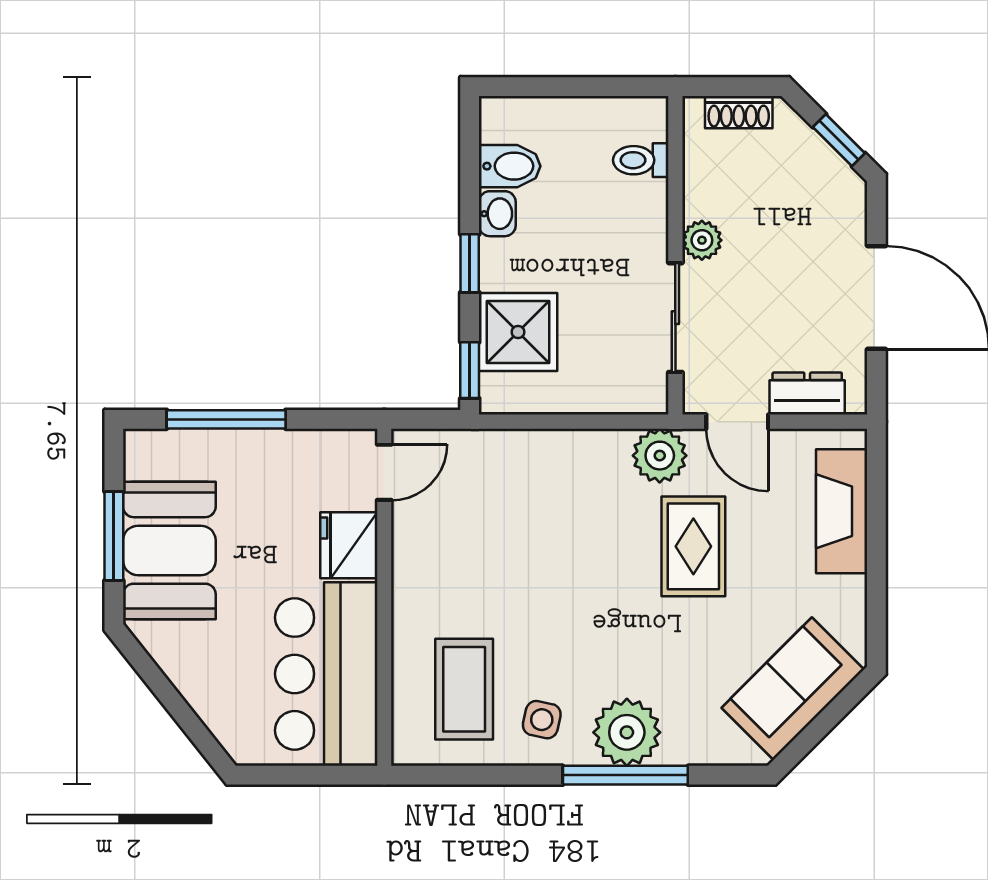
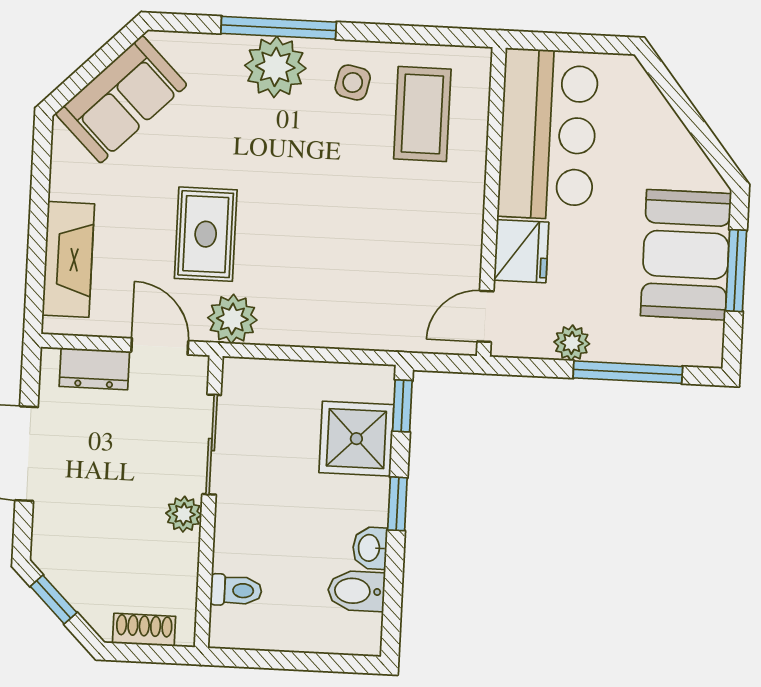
plant: (289, 448) -> (572, 343), added

